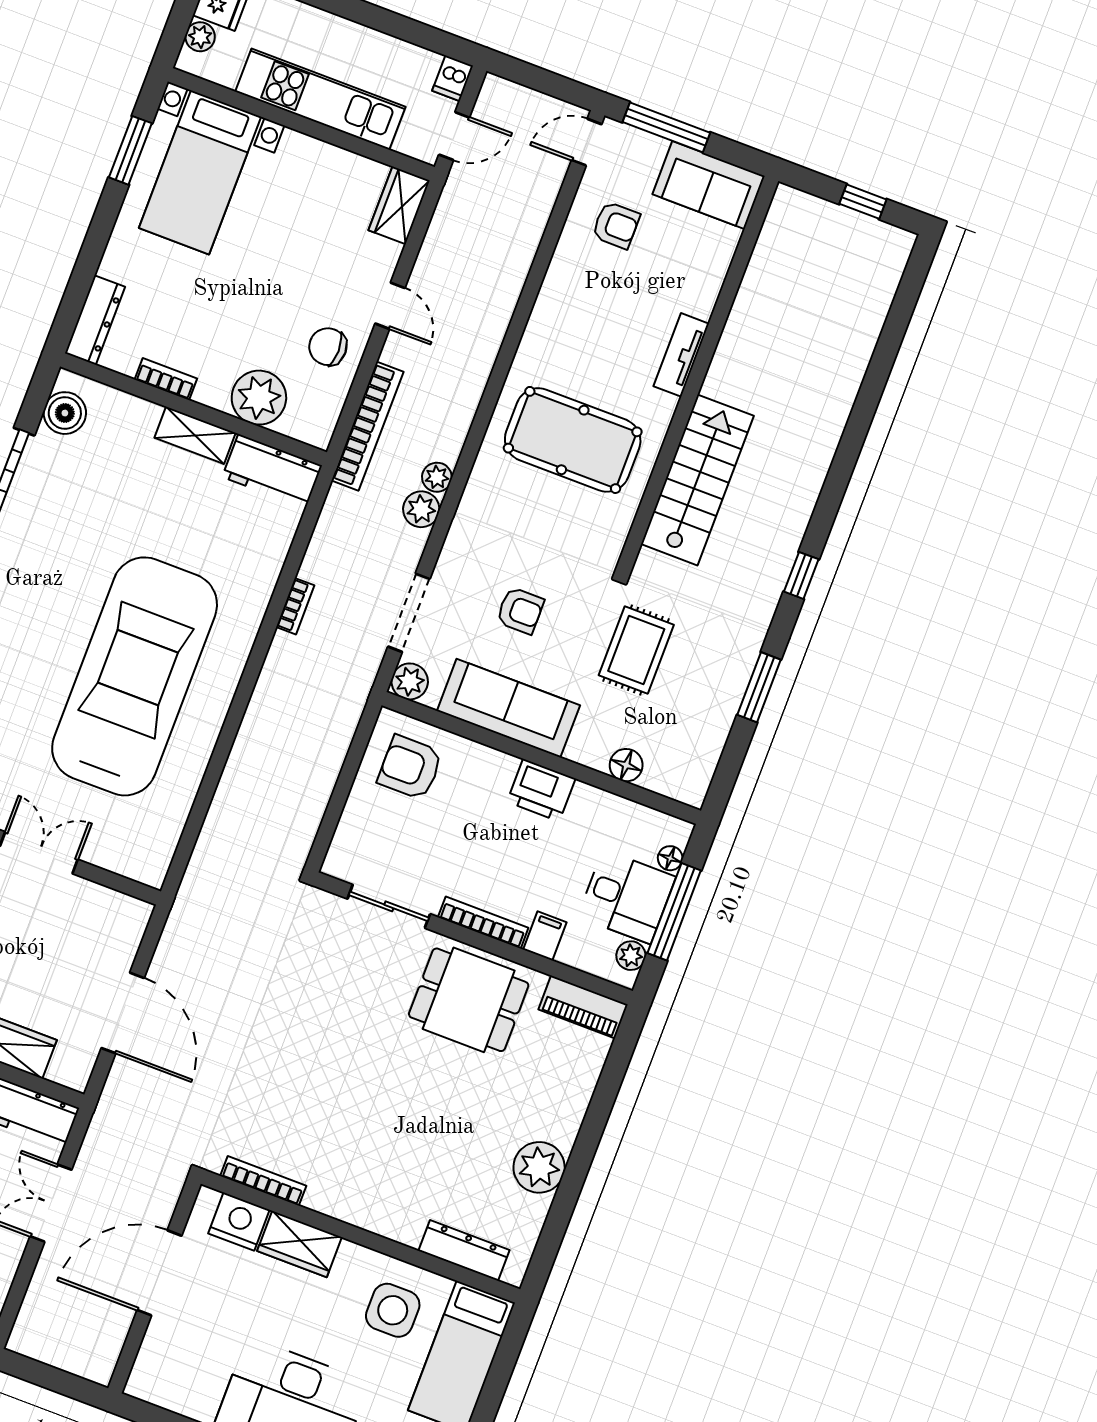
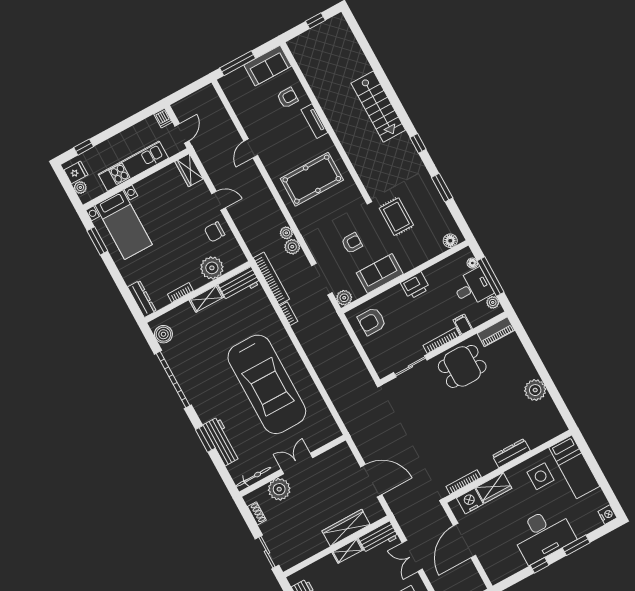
door: (587, 142) -> (251, 148), moved
armchair: (616, 225) -> (288, 98), moved
bookcase: (367, 426) -> (271, 278), moved
stairs: (697, 480) -> (378, 107), moved, turned 180
car: (135, 676) -> (267, 384), turned 180
sofa: (508, 708) -> (380, 274), width x0.73
floor lamp: (626, 765) -> (450, 241), moved
dresser: (464, 1250) -> (511, 453), moved

